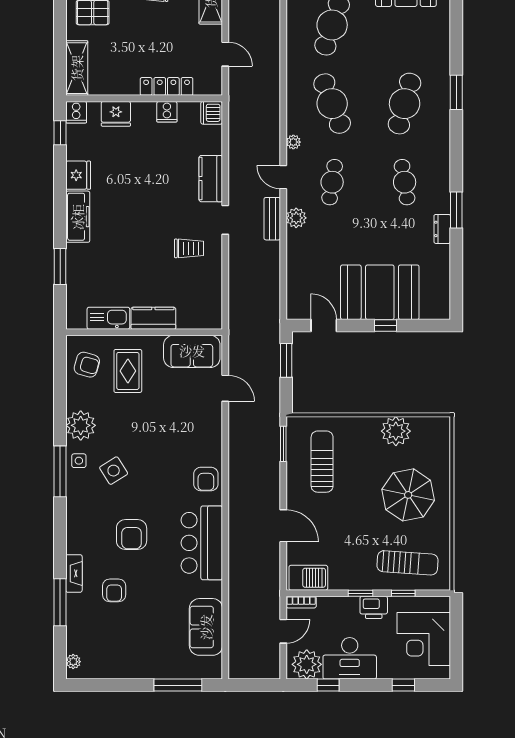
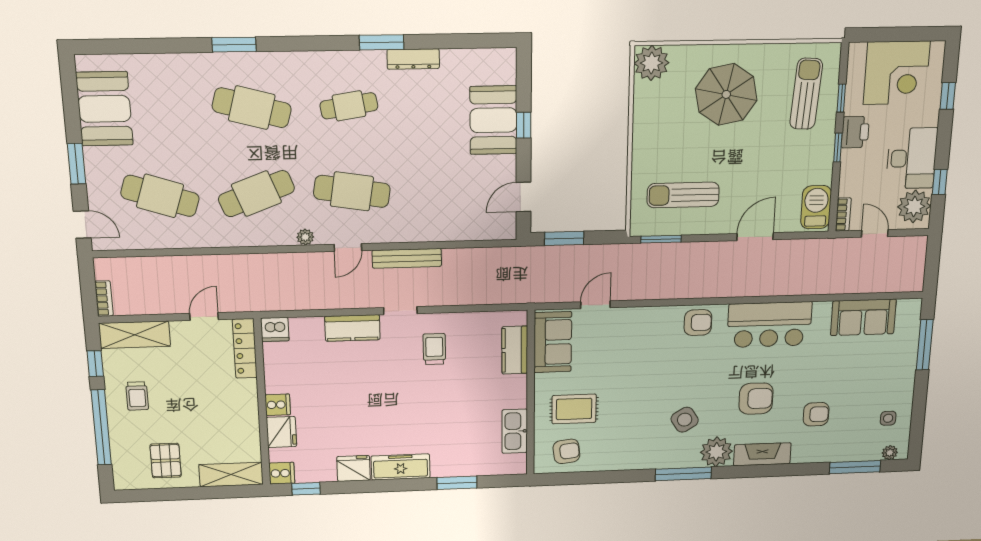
locker: (167, 86) -> (245, 348), moved
cooker: (167, 112) -> (278, 405), moved
cafe table: (332, 182) -> (352, 191), width x1.37, depth x1.35
plant: (296, 218) -> (396, 231), removed
bench: (272, 219) -> (407, 258), width x1.36
dresser: (442, 229) -> (413, 59), width x1.44
booth: (380, 292) -> (493, 120), width x0.73, depth x0.70
kitchen counter: (153, 318) -> (515, 350), moved
armchair: (87, 365) -> (566, 451), turned 67
plant: (81, 425) -> (716, 452), moved
plant: (396, 431) -> (651, 63), moved
side table: (79, 461) -> (888, 418), moved
fireplace: (74, 573) -> (762, 454), moved, width x1.37, depth x1.32
window: (60, 602) -> (855, 467), moved

